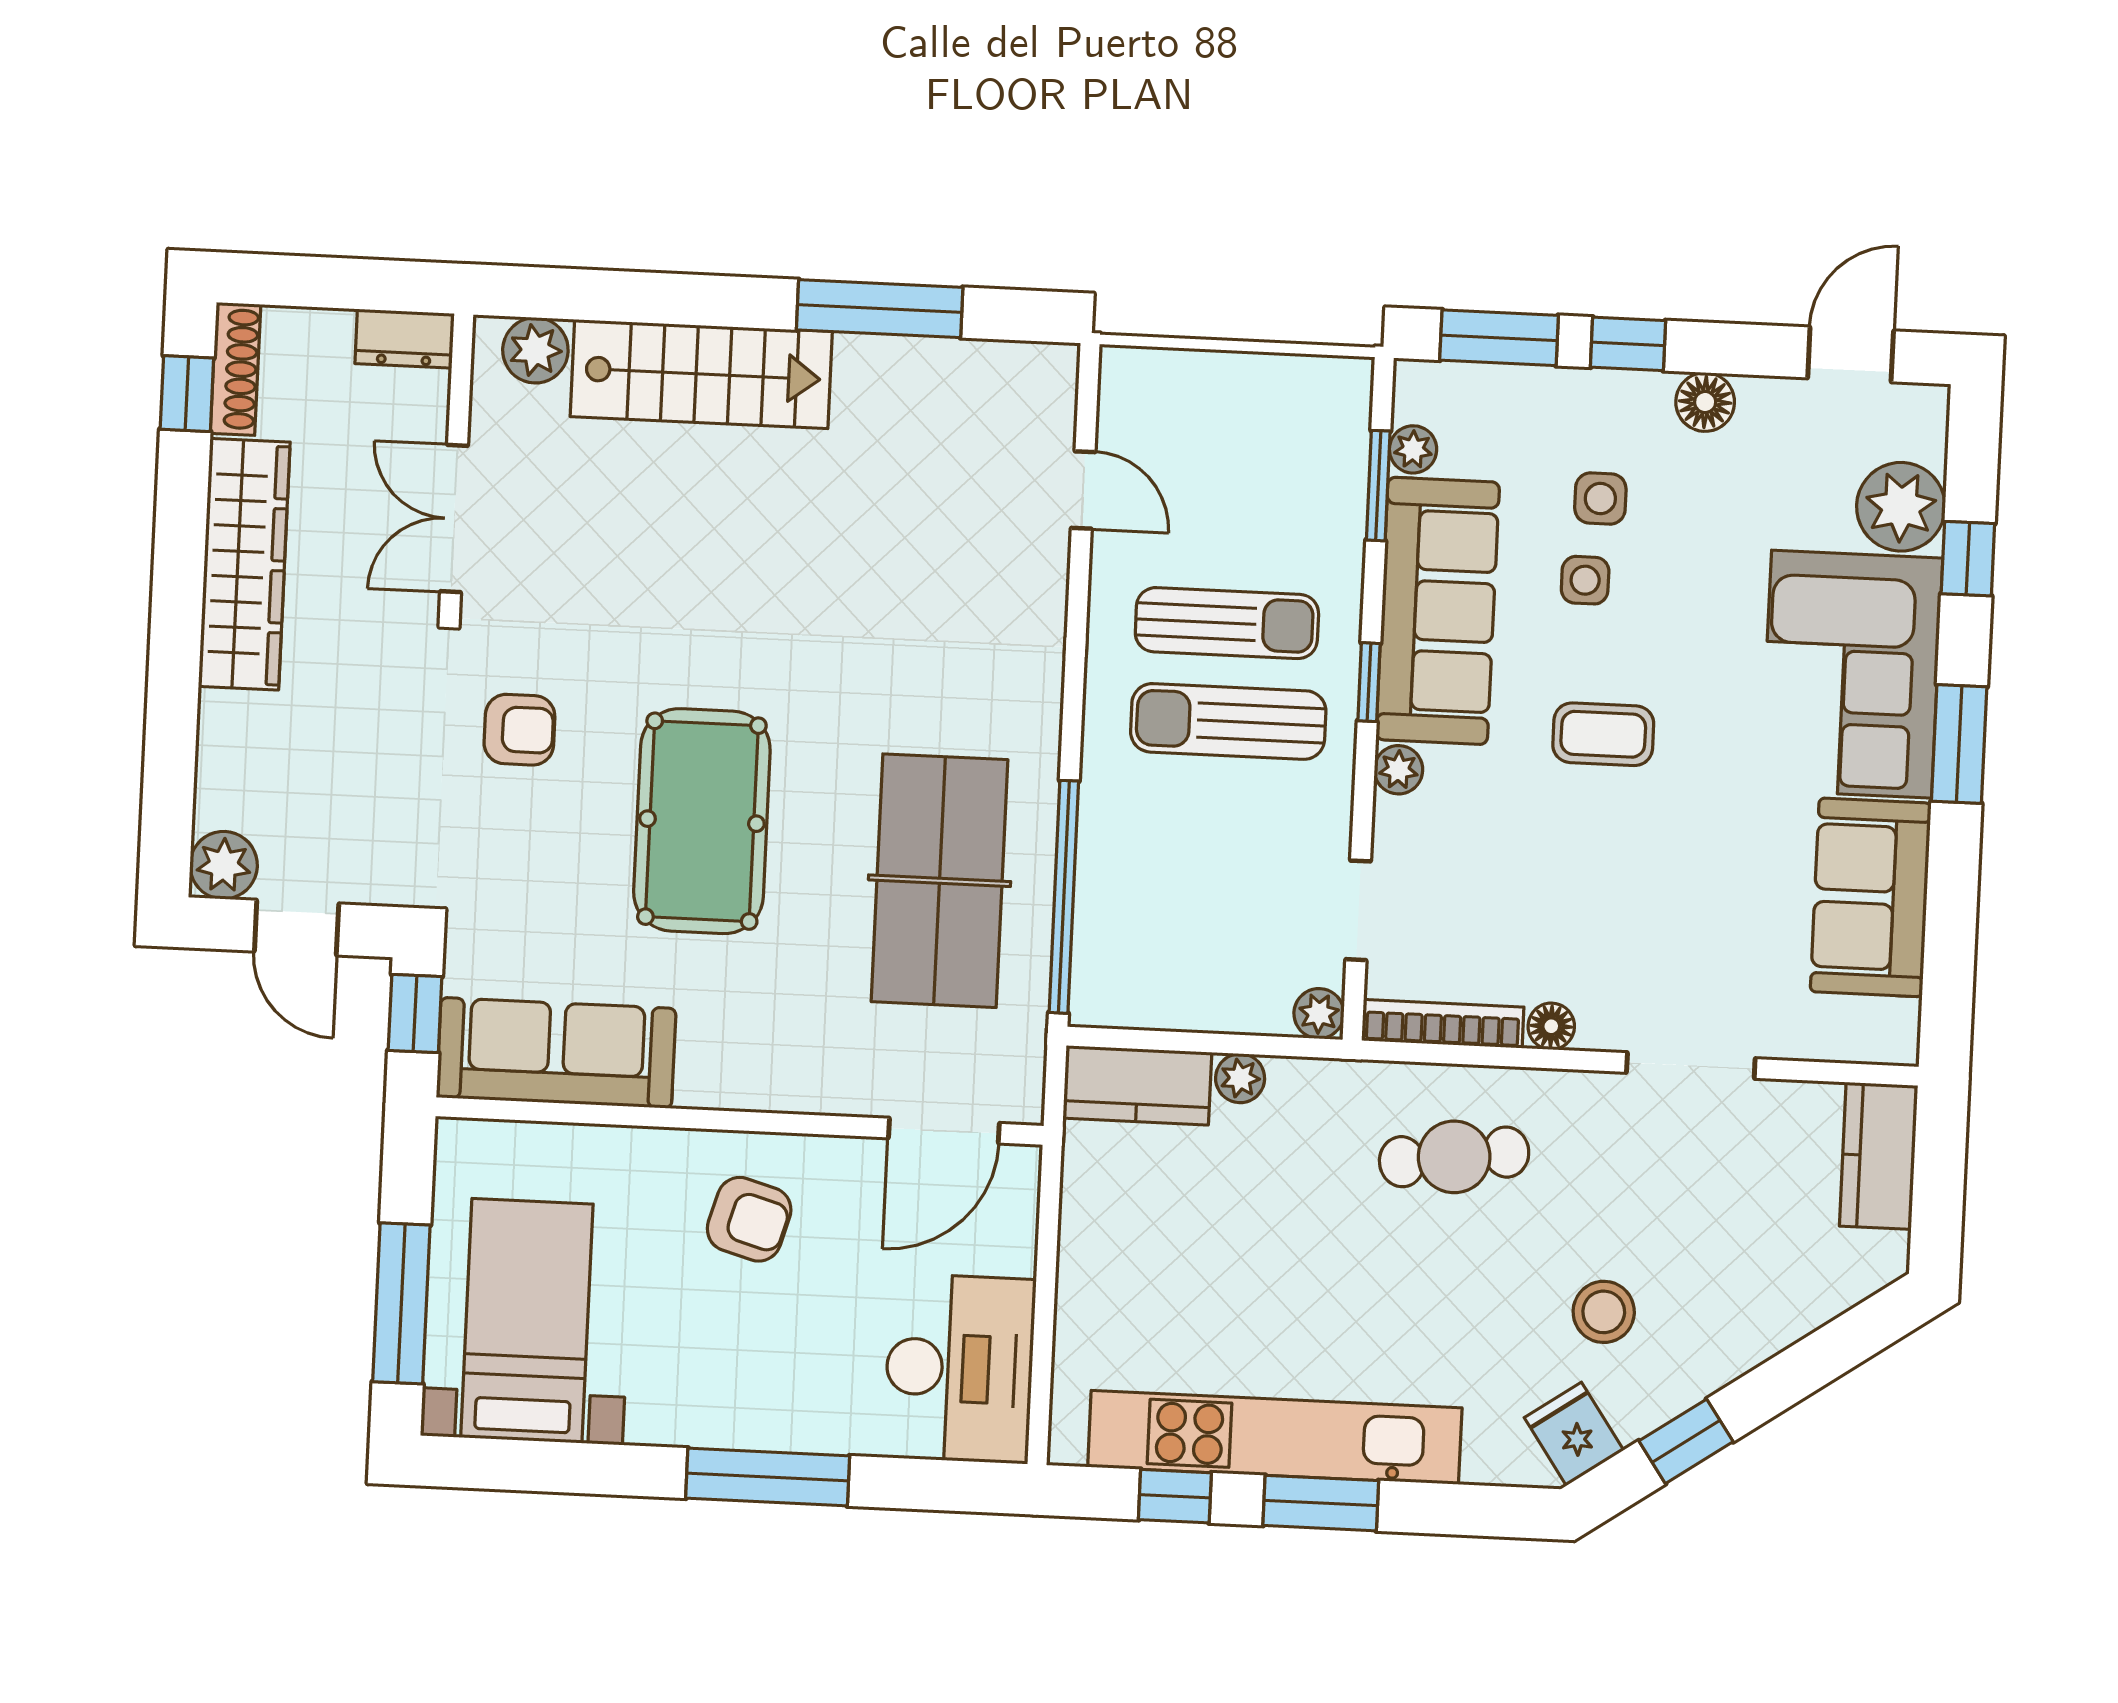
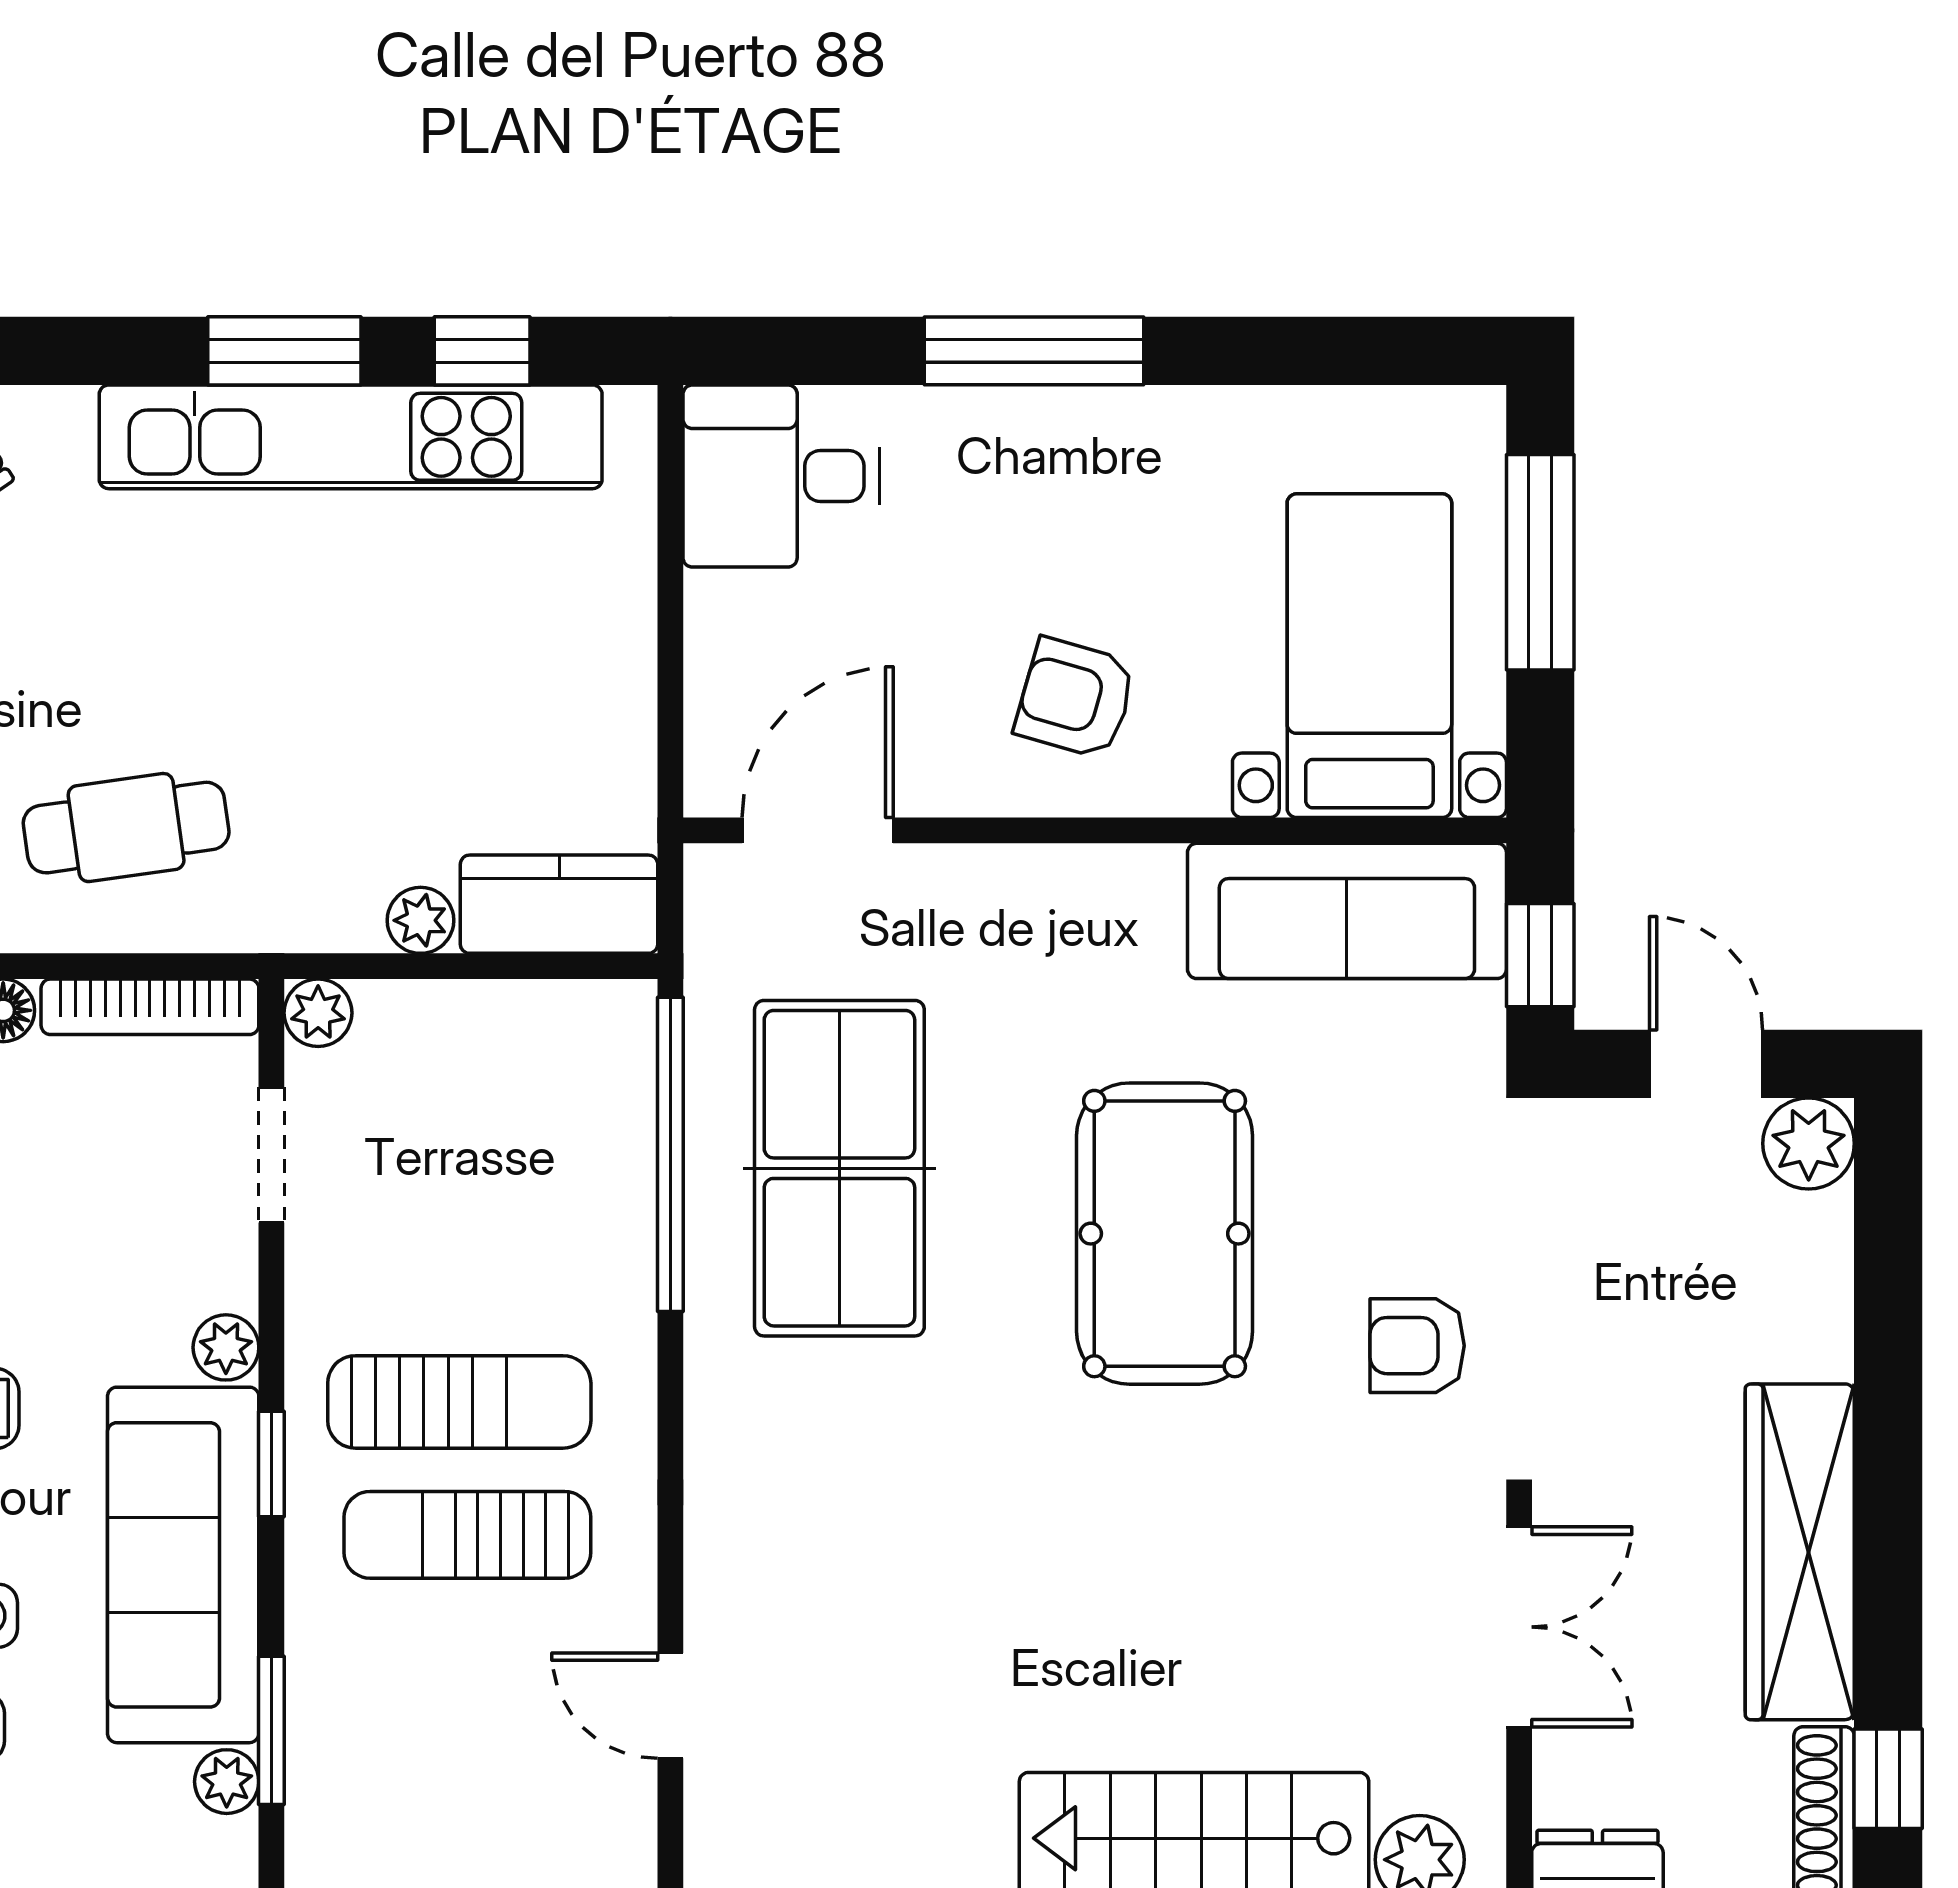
bed with nightstands: (527, 1321) -> (1369, 656), moved, turned 180
desk: (960, 1368) -> (781, 476), width x0.73

